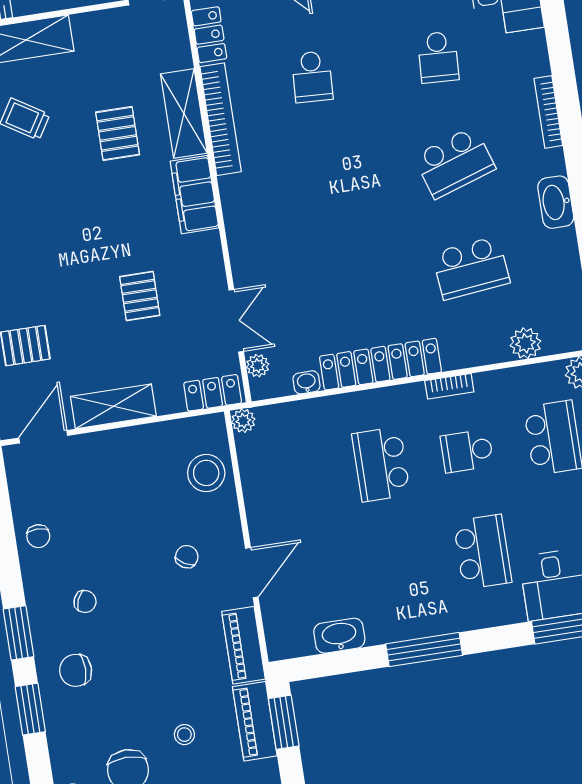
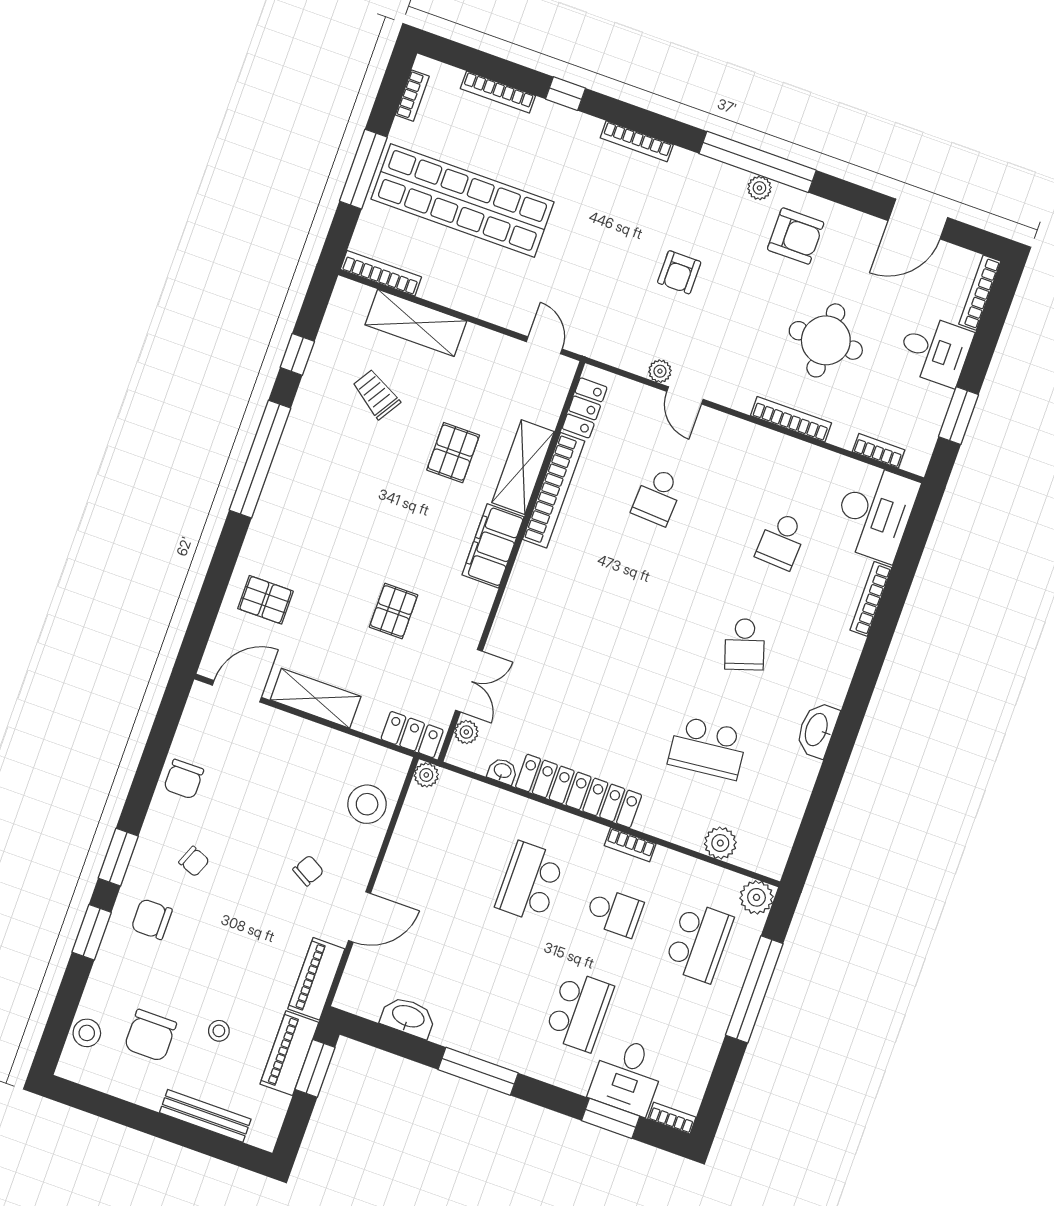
bookcase: (548, 112) -> (871, 599), moved
school desk: (454, 163) -> (745, 644), width x0.54
school desk: (467, 451) -> (614, 912), turned 180
chair: (38, 536) -> (184, 779), width x1.37, depth x1.37

